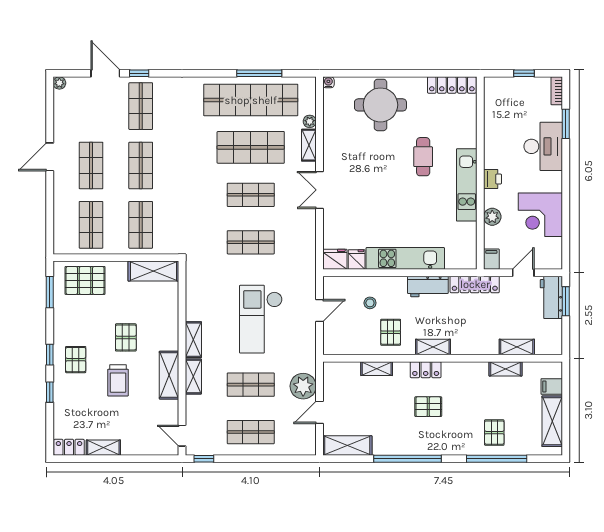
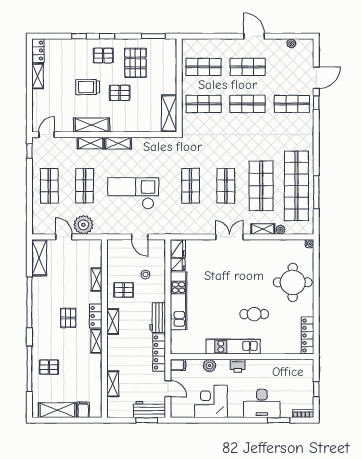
plant: (59, 83) -> (291, 43), moved
pallet: (85, 280) -> (135, 63), moved
shelving: (505, 369) -> (96, 341), moved

